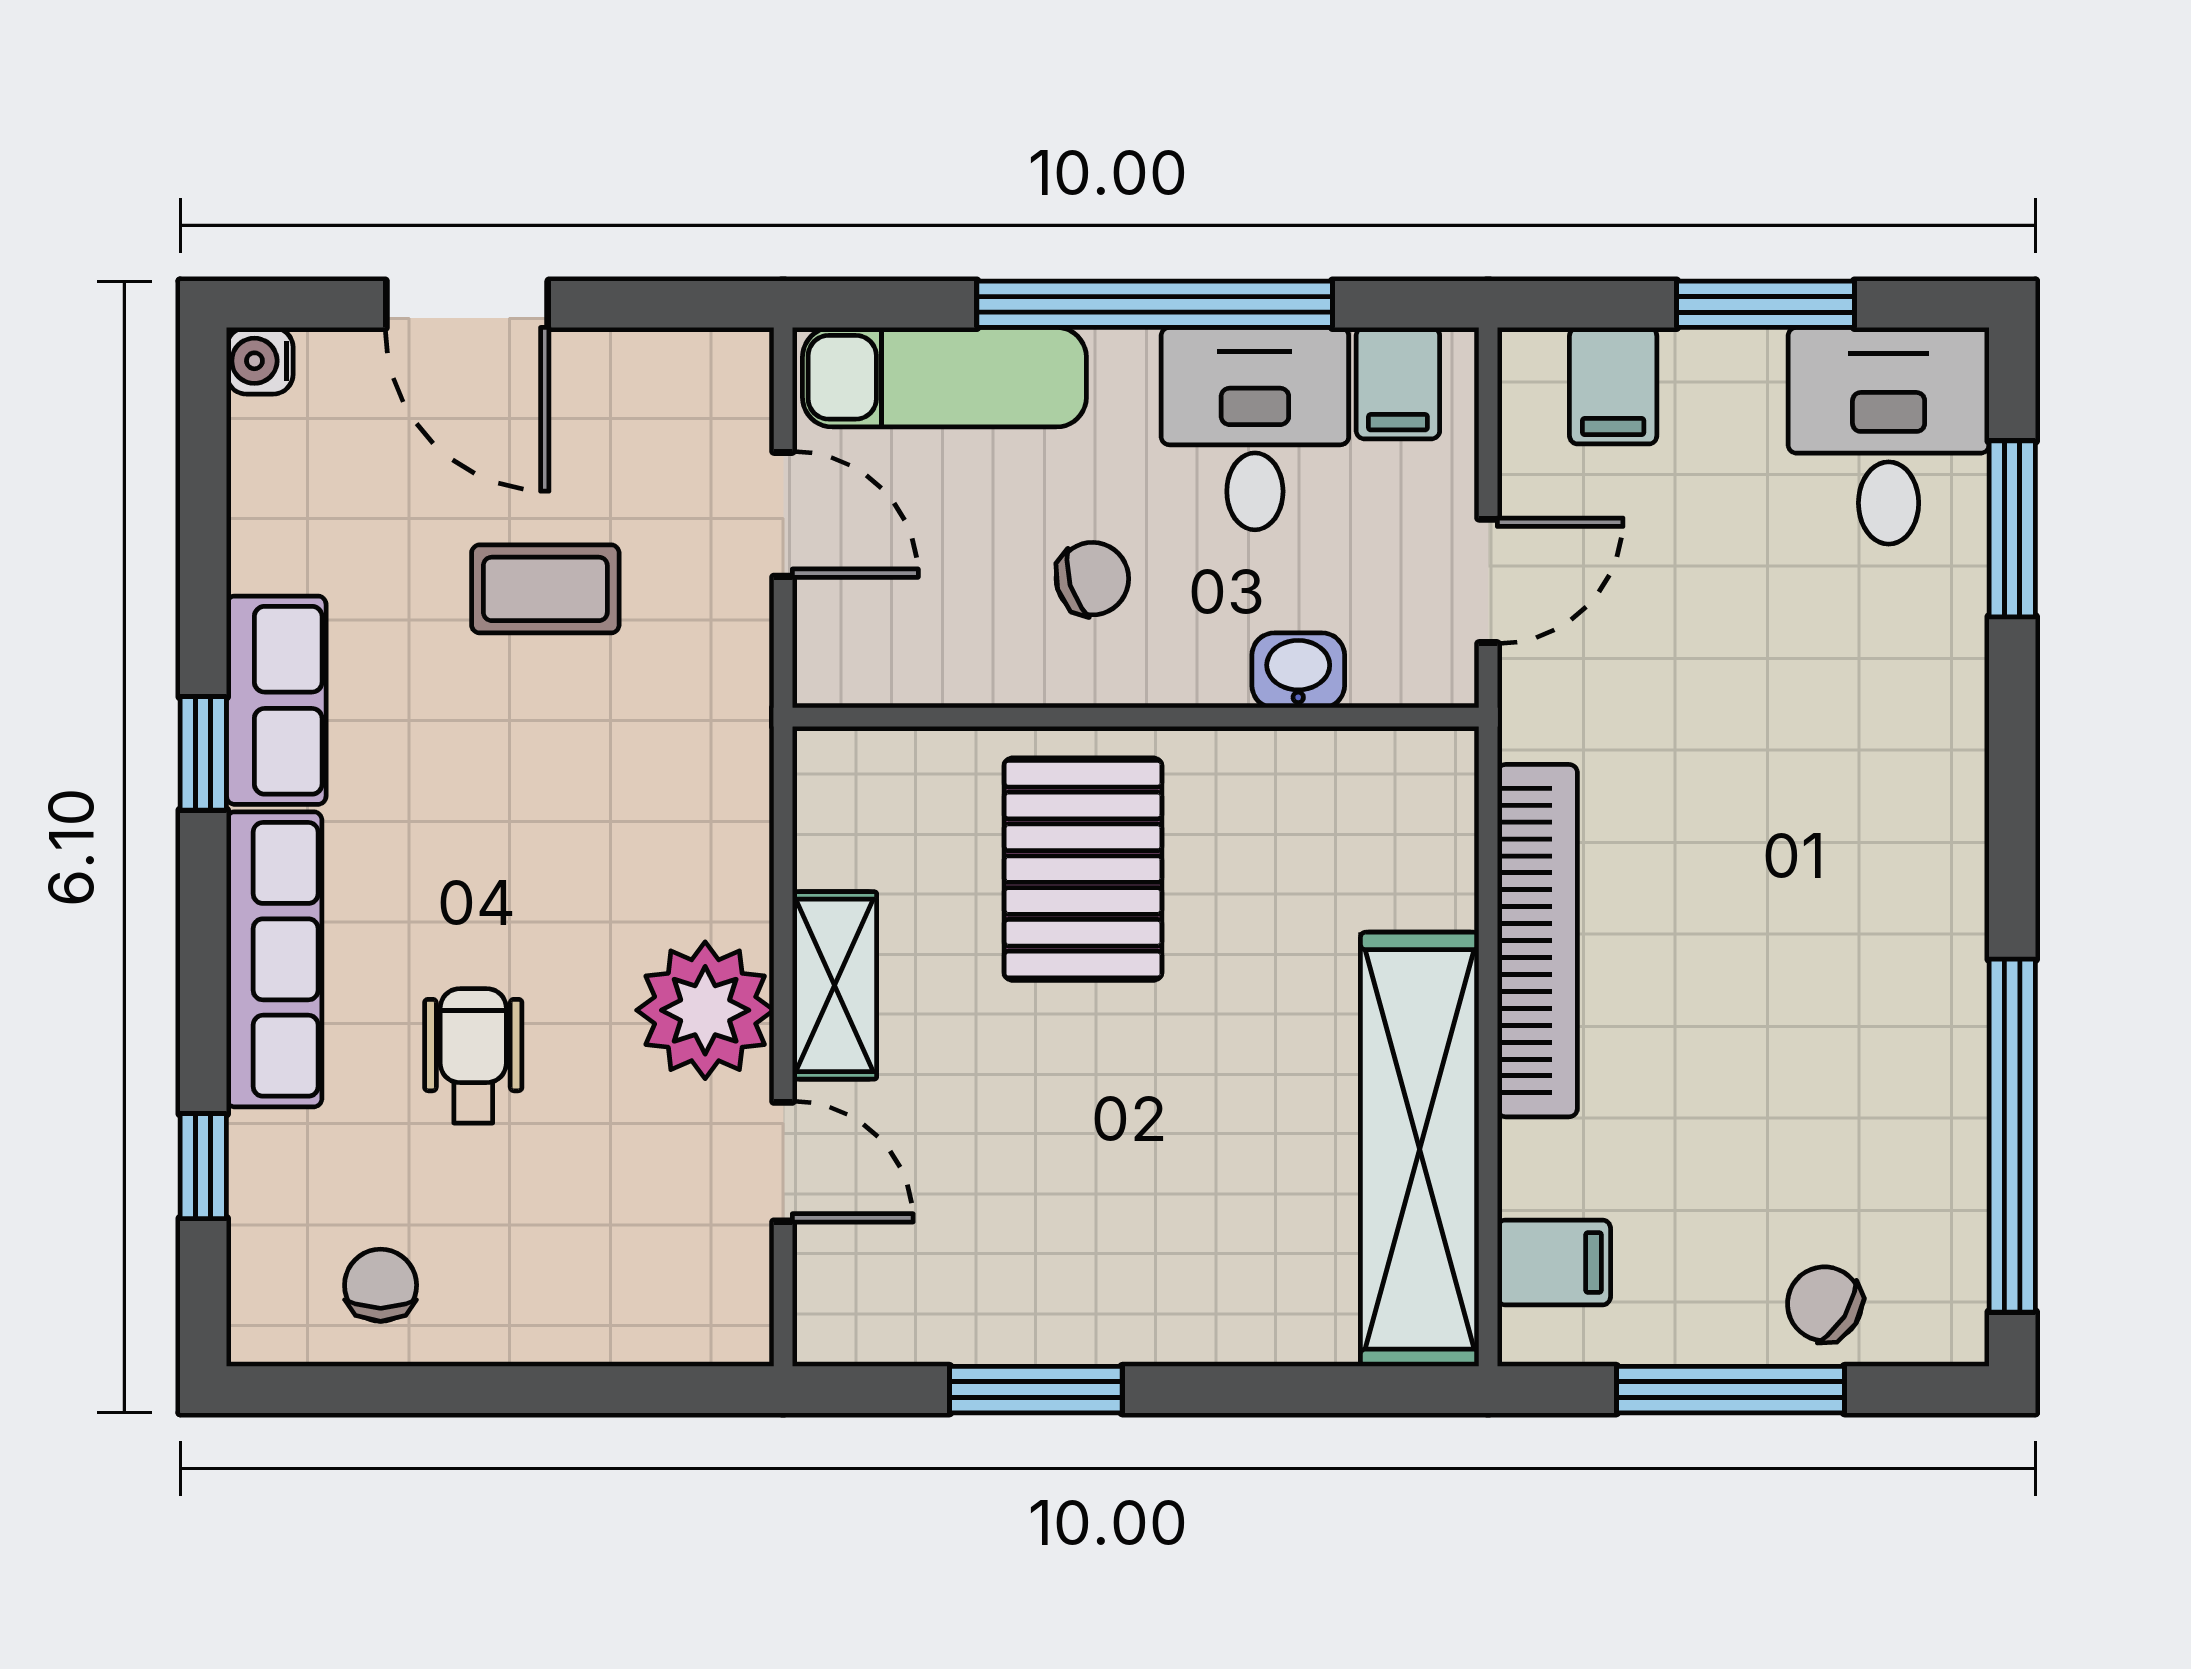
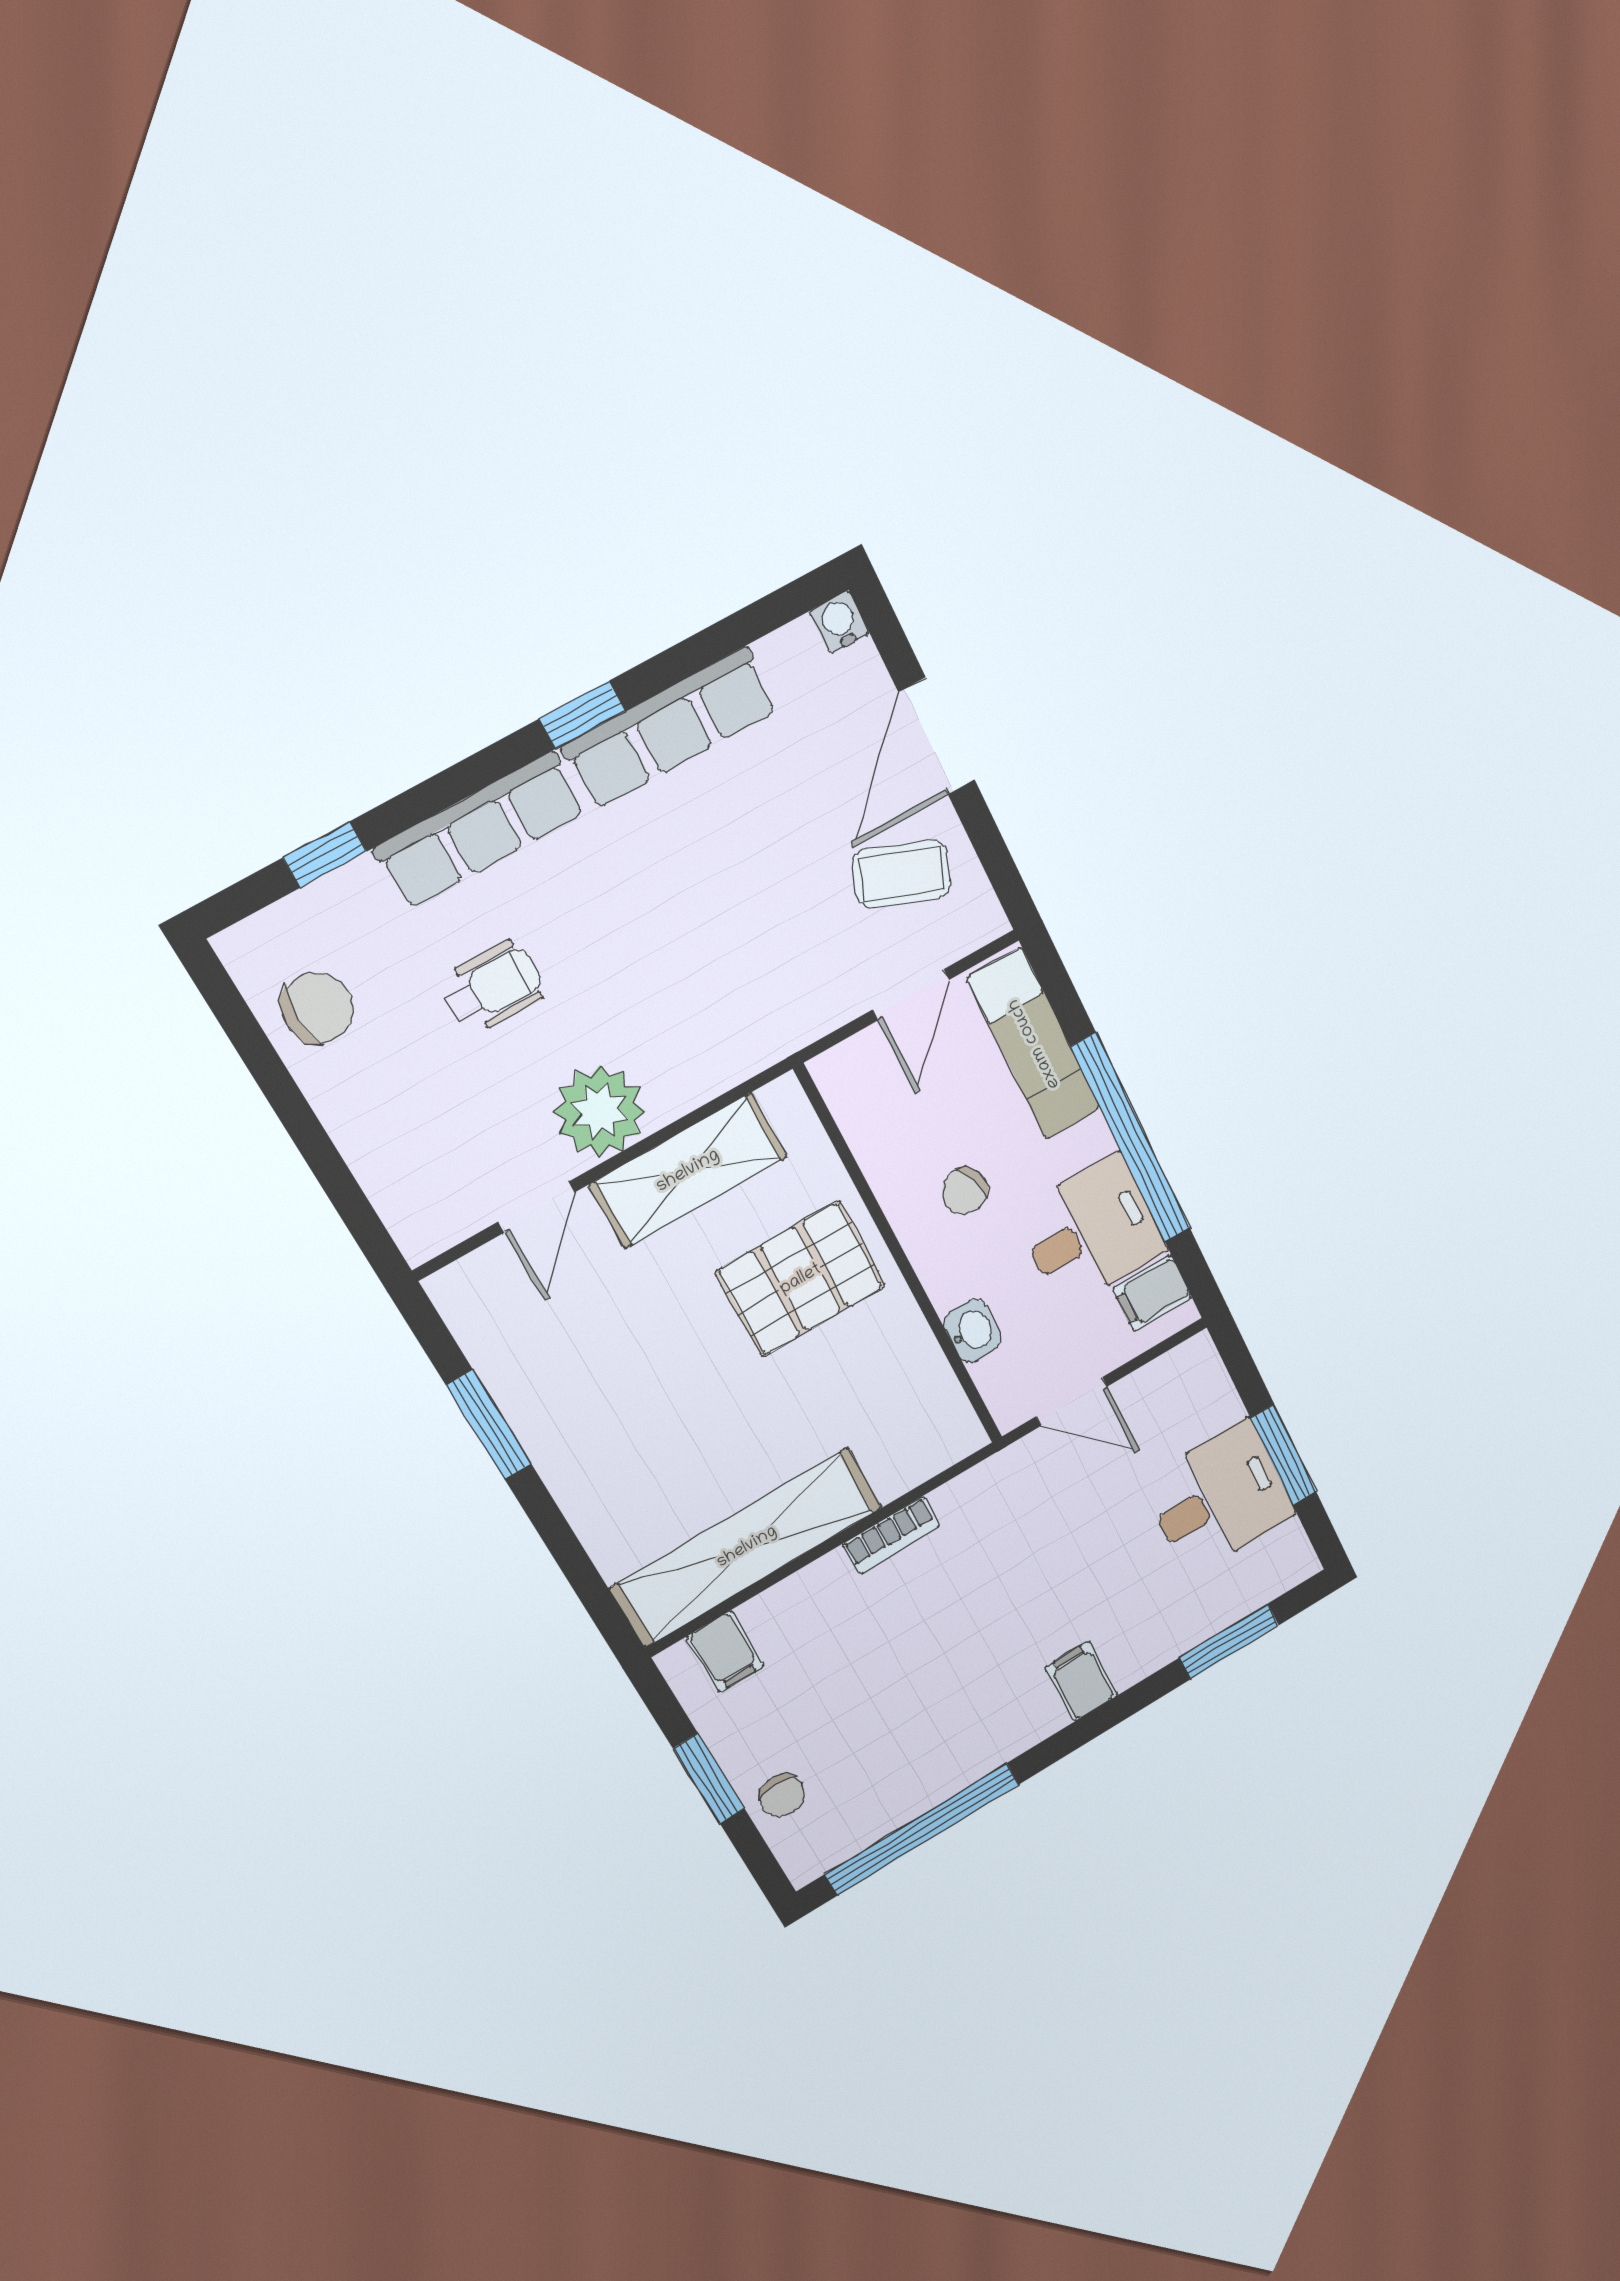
filing cabinet: (1613, 386) -> (1081, 1681), moved, turned 90
desk: (1889, 436) -> (1218, 1498), moved
chair: (1092, 579) -> (965, 1191), turned 87
coffee table: (545, 589) -> (902, 874), moved, turned -70
row of seats: (276, 700) -> (671, 728), width x1.48
bookcase: (1537, 941) -> (891, 1535), width x0.43, depth x0.76
shelving: (835, 985) -> (688, 1171), width x1.50, depth x1.33
chair: (381, 1285) -> (317, 1008), width x1.37, depth x1.37
chair: (1824, 1304) -> (782, 1795), turned 148
window: (1730, 1390) -> (709, 1779), width x0.69

